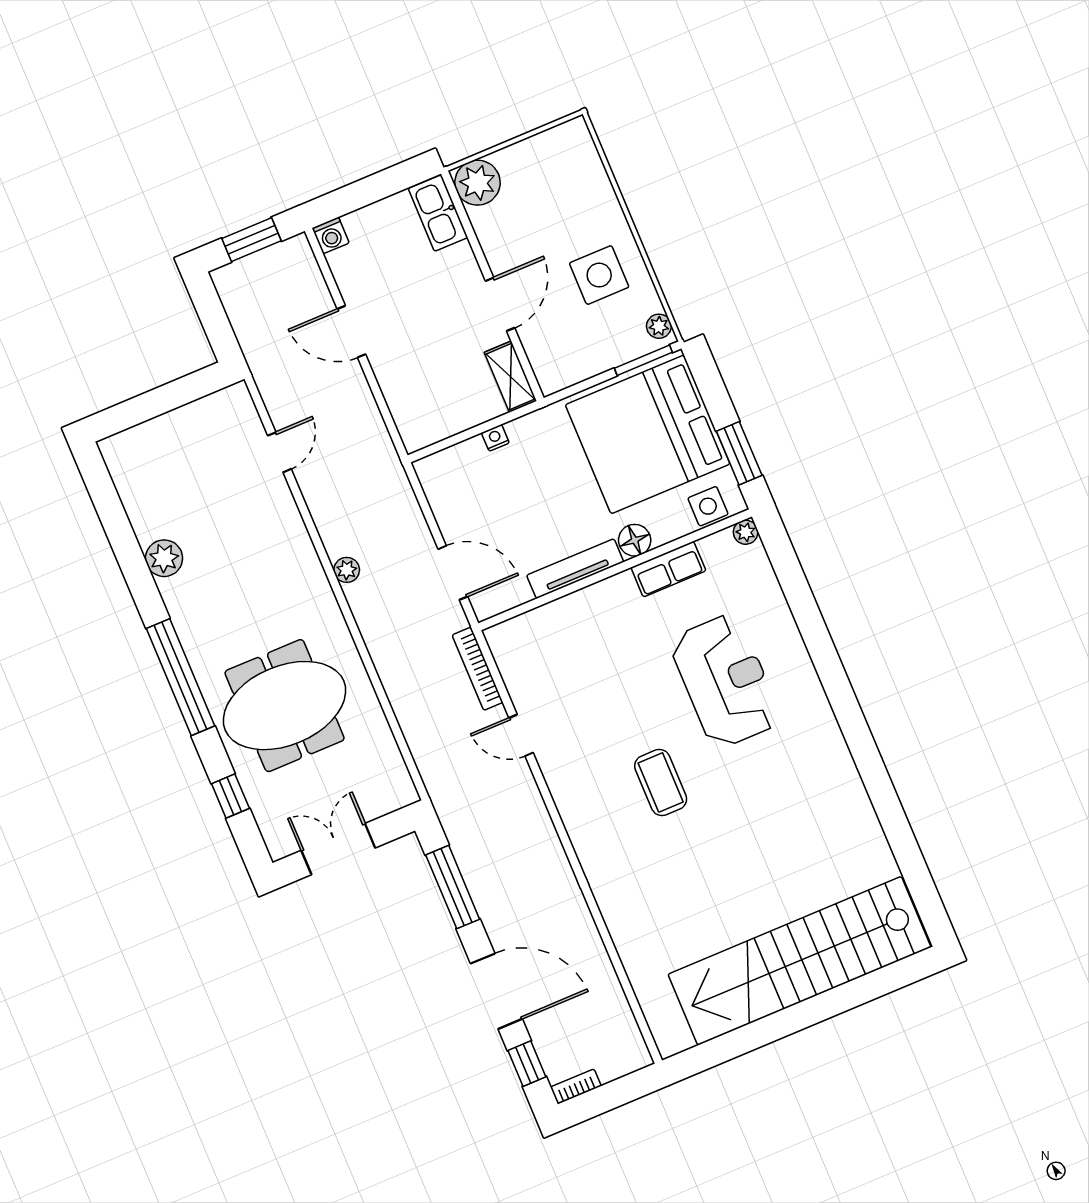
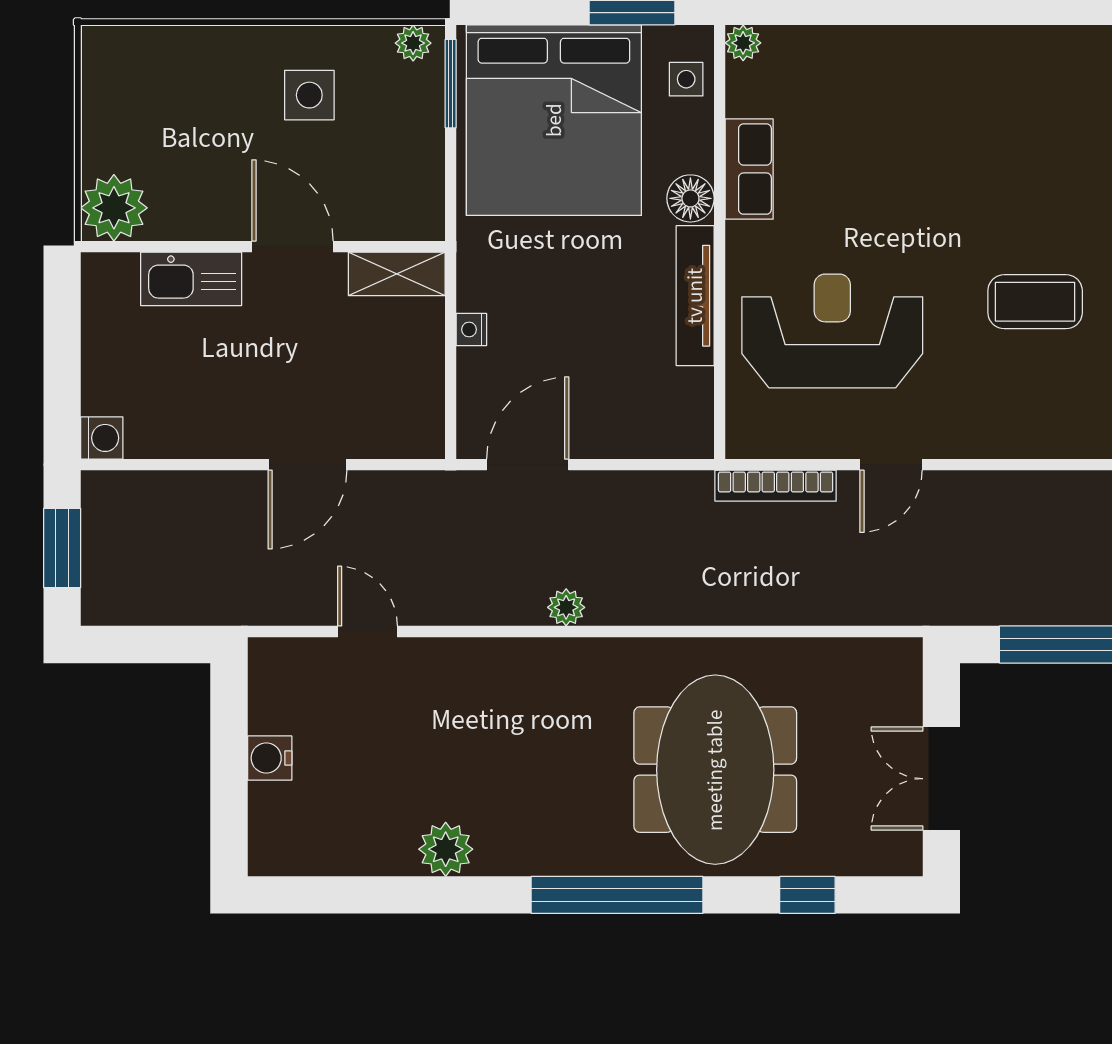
kitchen sink: (438, 213) -> (191, 279), moved
side table: (599, 275) -> (309, 95), width x0.73, depth x0.73
door: (351, 332) -> (307, 465), moved
water cooler: (175, 424) -> (270, 758), added
side table: (708, 506) -> (686, 79), width x0.73, depth x0.73
door: (453, 573) -> (528, 465), moved
reception desk: (725, 681) -> (832, 331), moved

